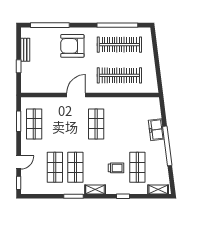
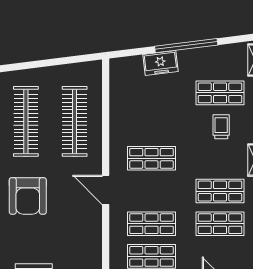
shop shelf: (55, 124) -> (151, 224), added

